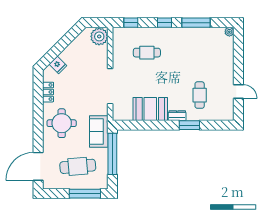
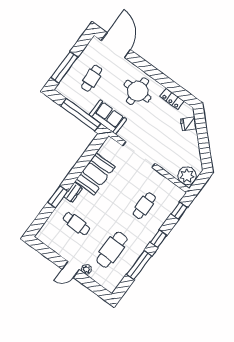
plant: (229, 32) -> (86, 269), moved
cafe table: (200, 53) -> (112, 250), added
door: (238, 91) -> (71, 269), moved
cafe table: (78, 166) -> (92, 78), width x0.73, depth x0.74

